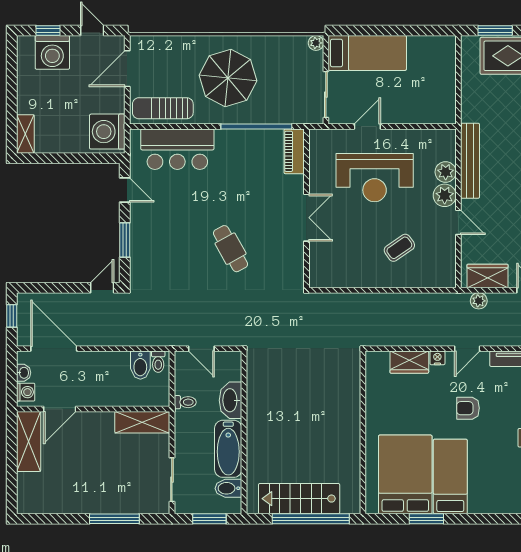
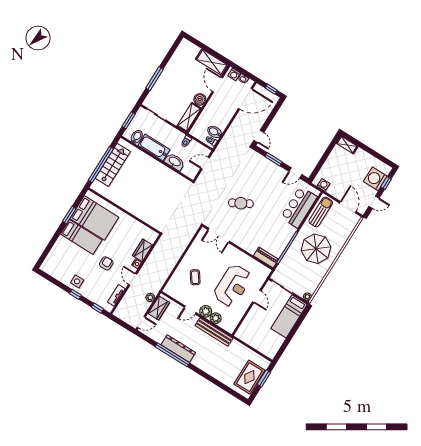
washing machine: (107, 132) -> (323, 185), width x0.53, depth x0.53
reception desk: (375, 178) -> (233, 286), turned 180
double door: (306, 218) -> (219, 235), moved
boiler: (102, 423) -> (200, 99), added

